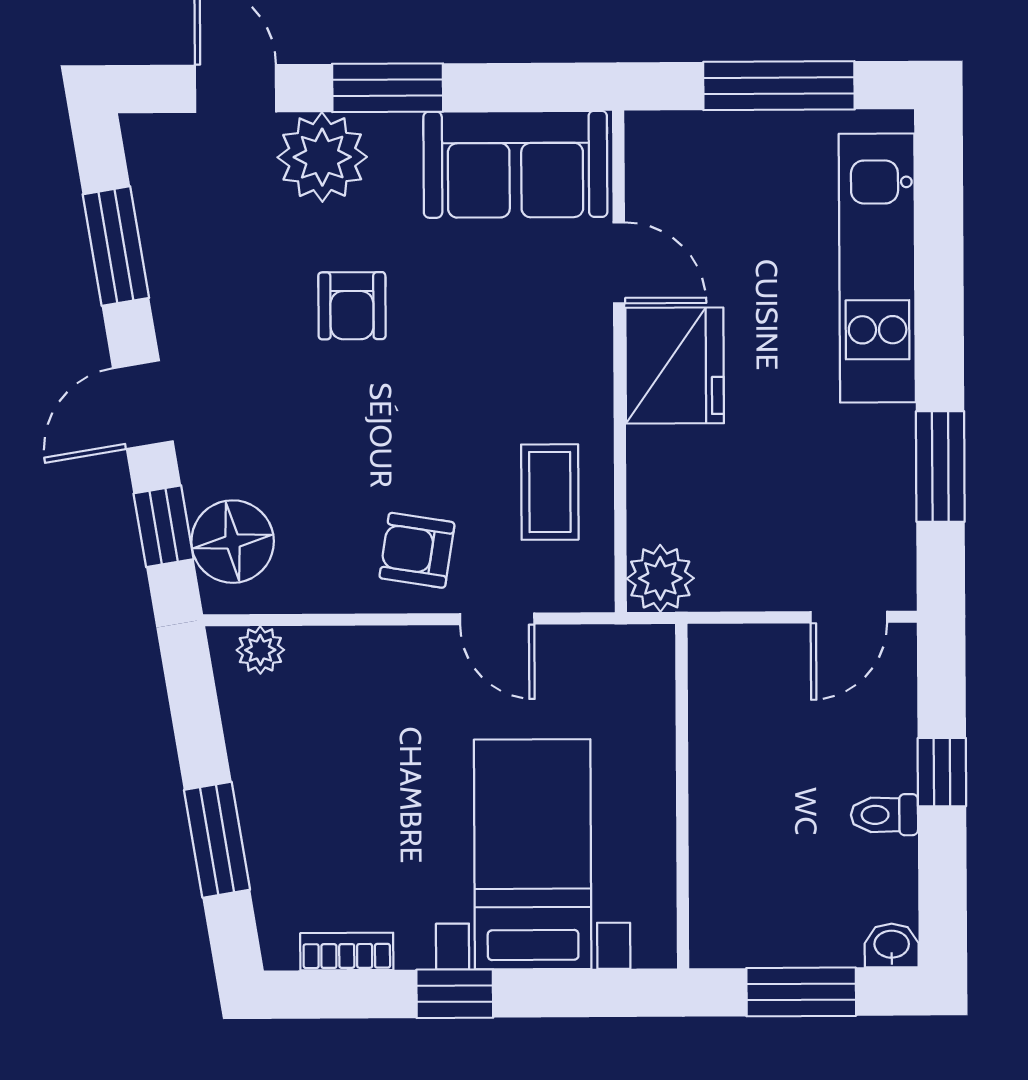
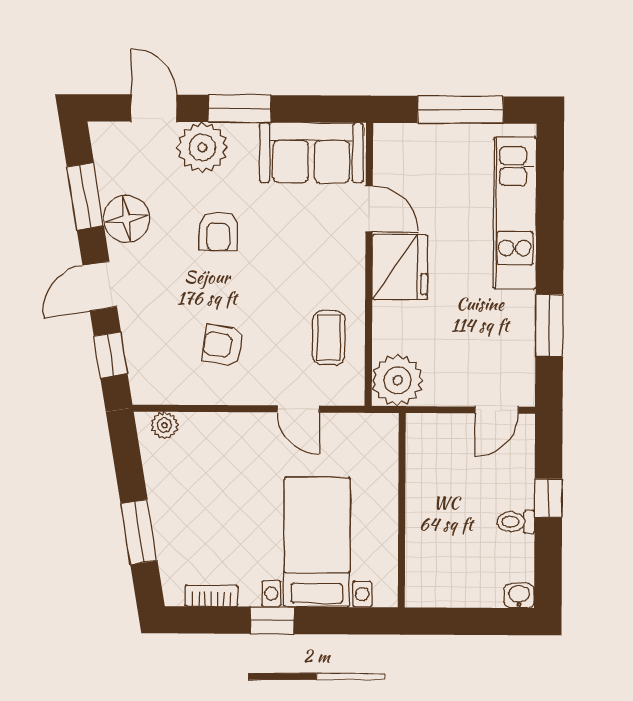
floor lamp: (233, 542) -> (126, 219), moved
armchair: (417, 550) -> (223, 345), moved
plant: (660, 578) -> (398, 380), width x1.36, depth x1.36
window: (801, 992) -> (468, 621), removed

